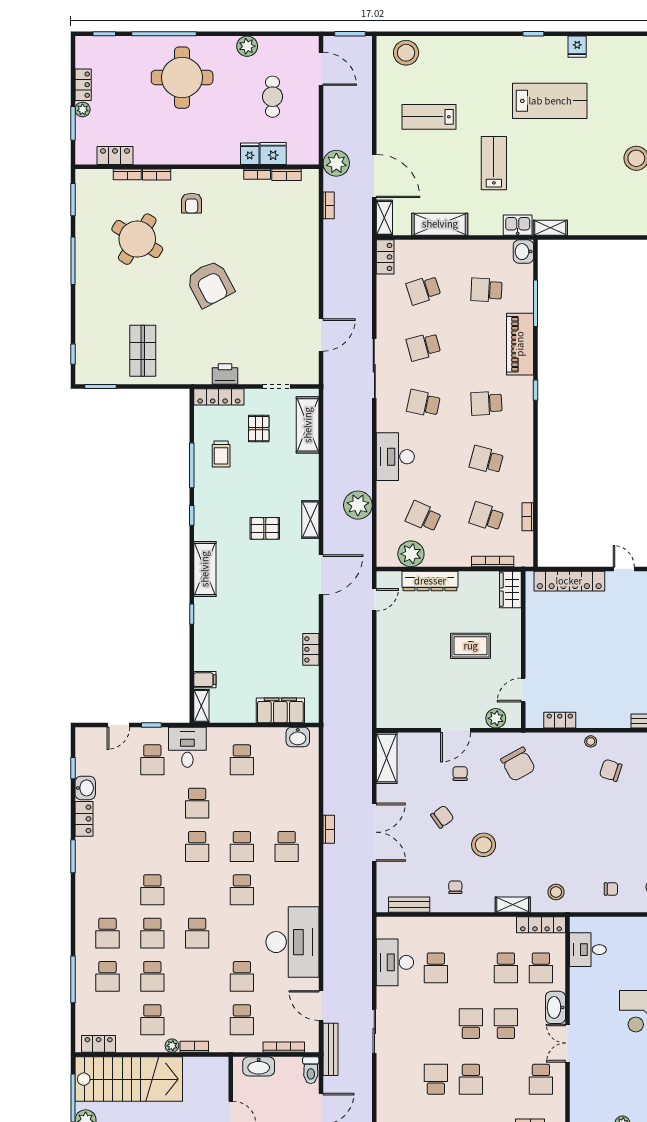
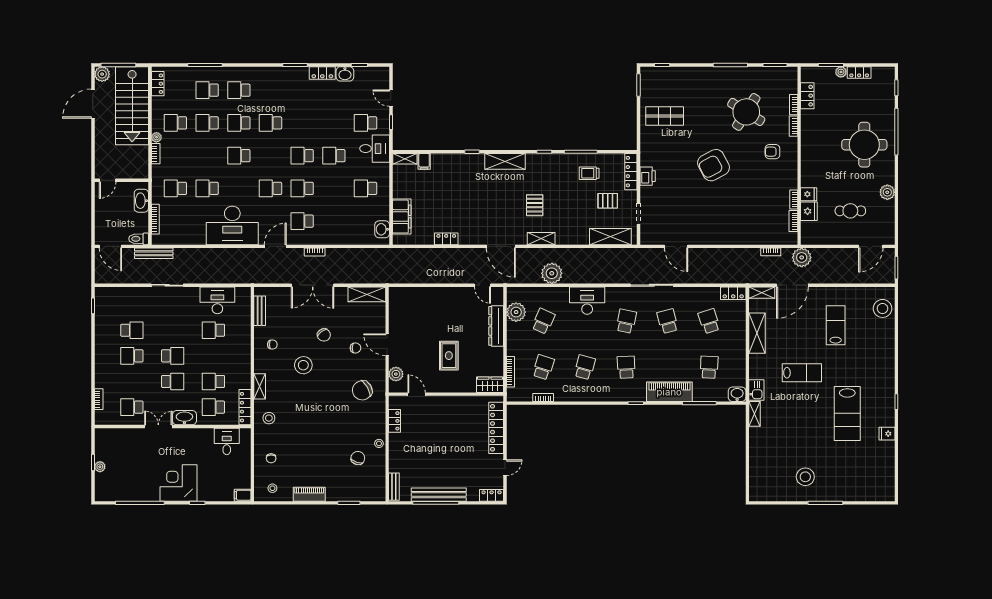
door: (321, 1006) -> (275, 246), moved

